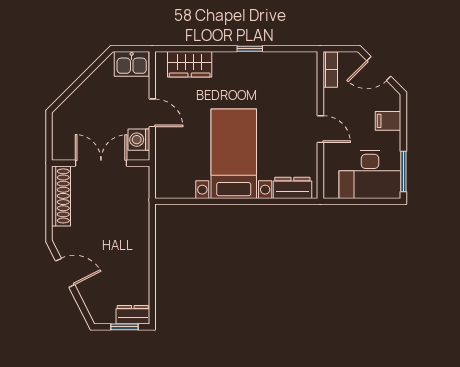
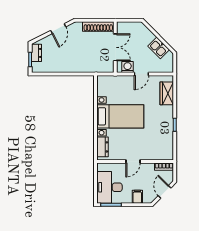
kitchen sink: (132, 64) -> (159, 48), moved, turned -45
dresser: (133, 315) -> (36, 53), moved

